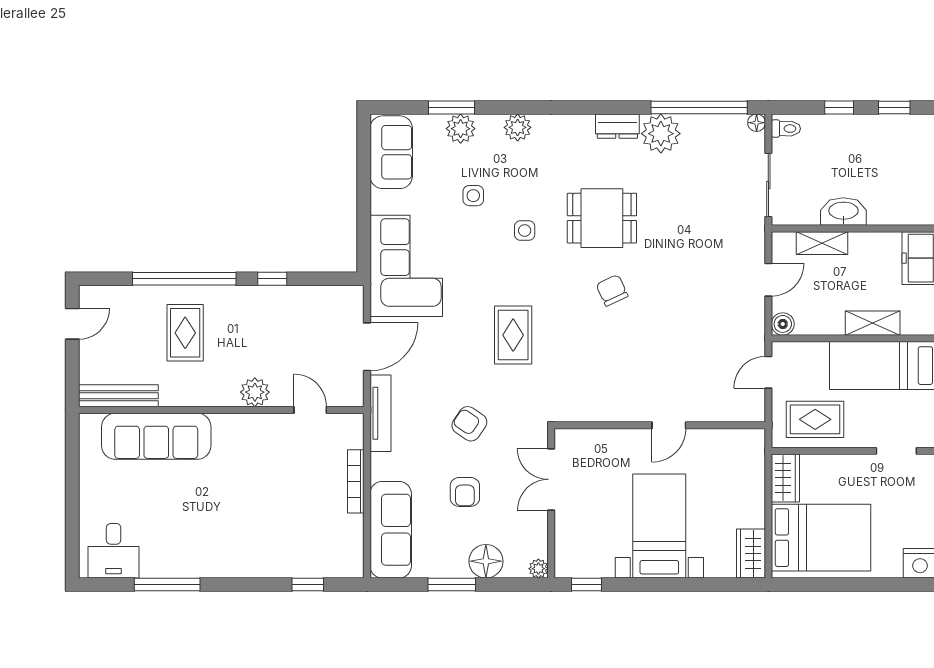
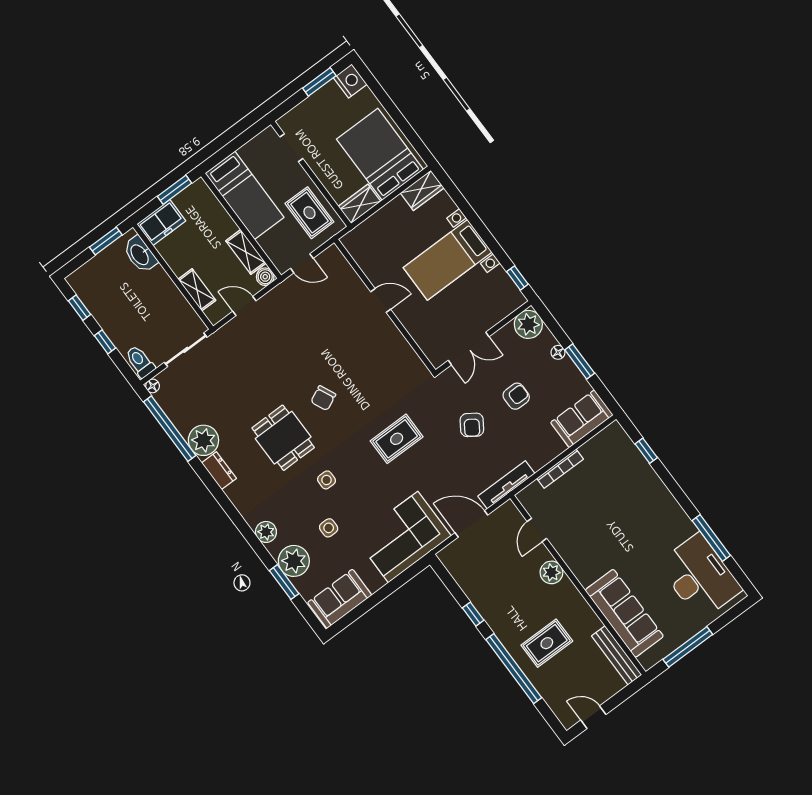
plant: (461, 129) -> (294, 561), width x1.36, depth x1.36
toilet: (786, 129) -> (140, 362), width x1.37, depth x1.39
washbasin: (843, 211) -> (140, 254), moved
shelving: (873, 323) -> (246, 252), moved
window: (72, 476) -> (688, 647), added
sofa: (391, 530) -> (582, 419), width x0.73
desk: (114, 551) -> (700, 577), width x1.87, depth x1.30
floor lamp: (486, 561) -> (558, 352), width x0.53, depth x0.53
plant: (538, 569) -> (528, 324), width x1.87, depth x1.87

